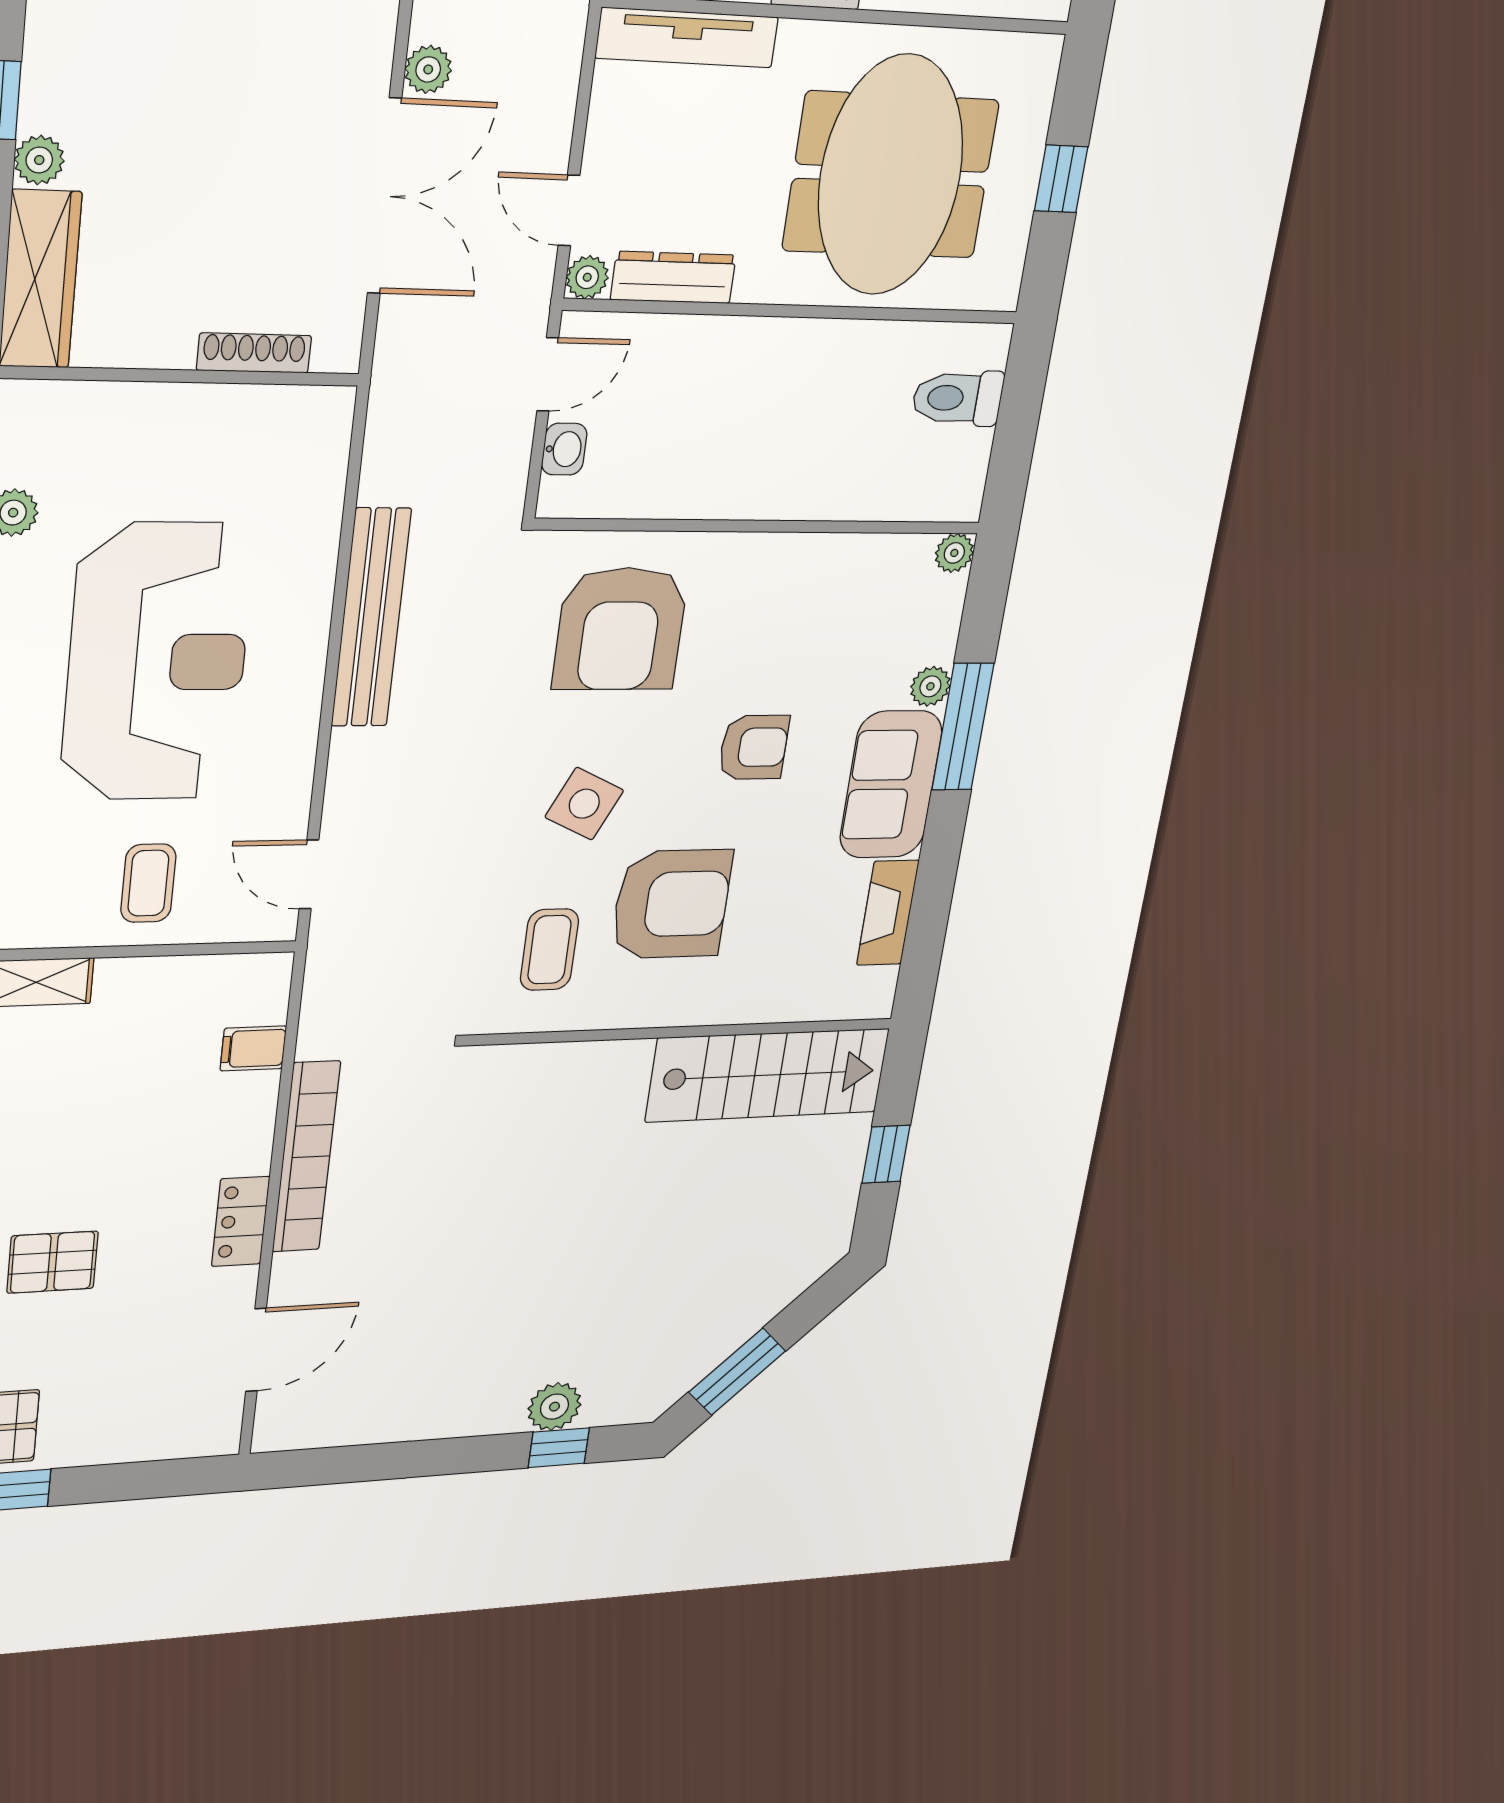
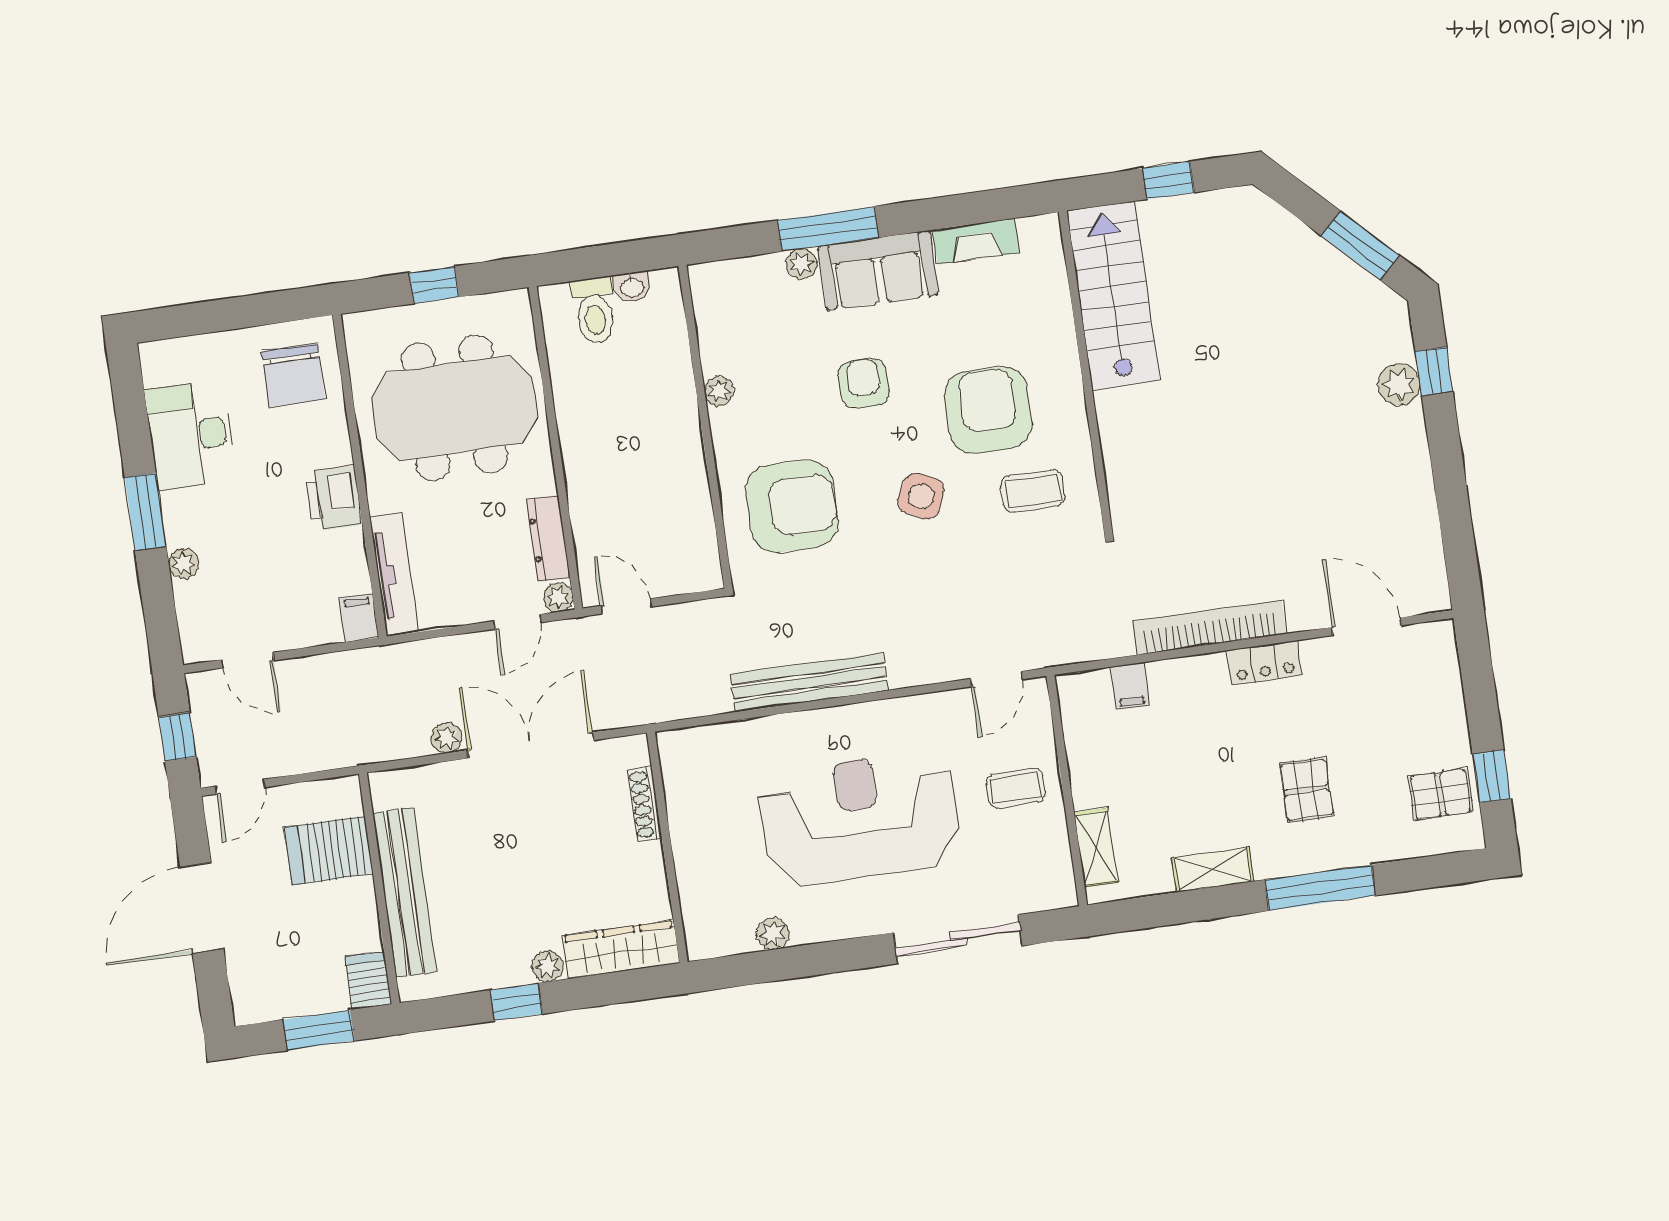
washbasin: (564, 449) -> (632, 287), moved, turned 180
plant: (954, 553) -> (719, 391), moved

